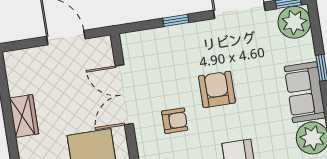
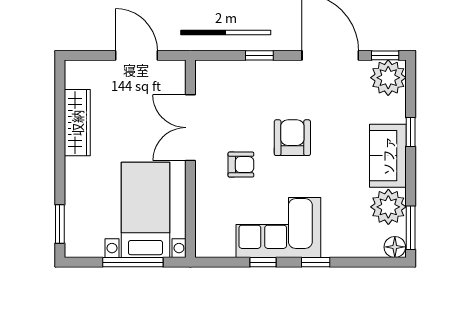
wardrobe: (24, 116) -> (77, 123), width x1.50

